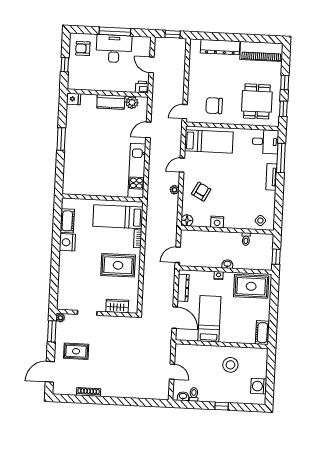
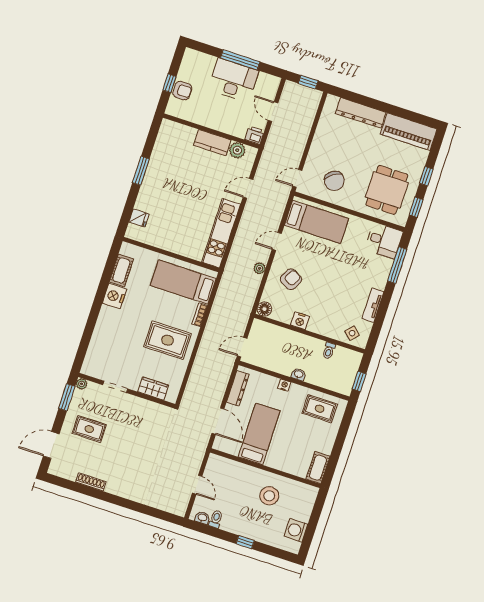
armchair: (83, 49) -> (182, 90), moved, turned 180
fridge: (74, 99) -> (139, 218), moved
chair: (214, 106) -> (334, 181), turned -125
tv unit: (271, 177) -> (373, 305), moved
rug: (251, 286) -> (320, 409), width x0.73, depth x0.70

